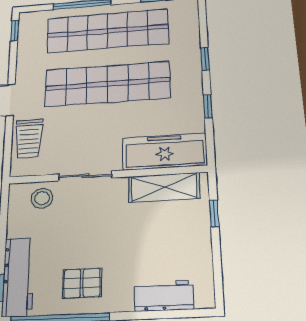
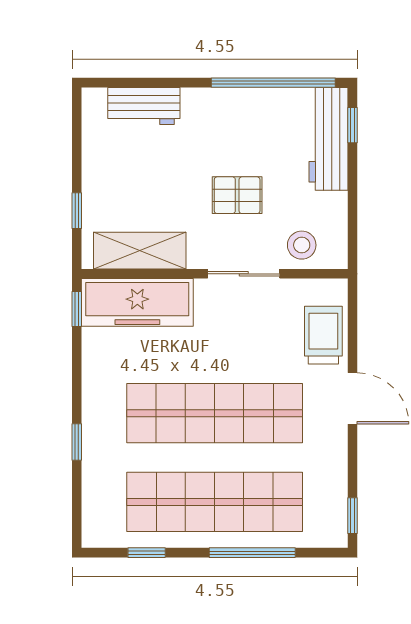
window: (208, 106) -> (77, 309), moved
pallet: (82, 283) -> (237, 195), moved

